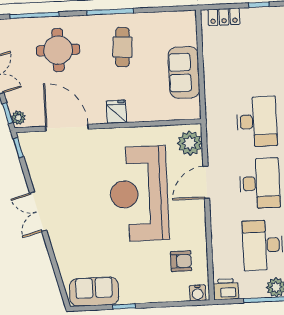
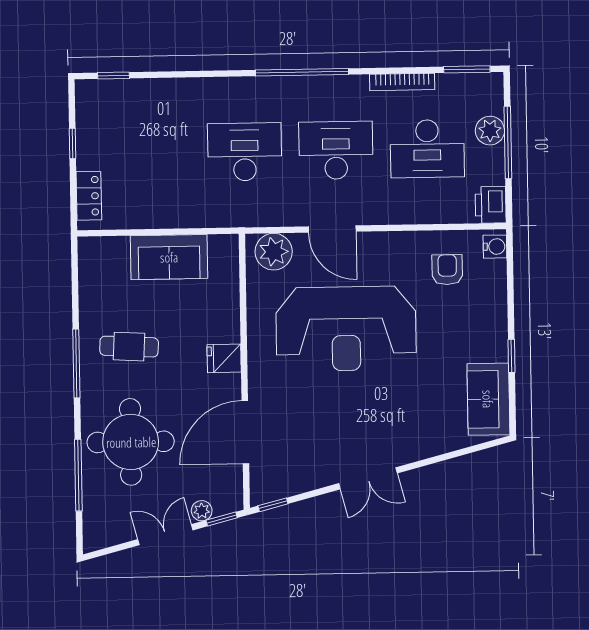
round table: (58, 50) -> (131, 442), width x1.36, depth x1.36
plant: (18, 118) -> (202, 511), moved

